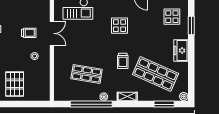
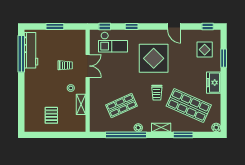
display table: (119, 26) -> (154, 58), width x1.86, depth x1.86
shelving: (45, 73) -> (81, 104), added
shop shelf: (87, 74) -> (122, 105), turned -33
pallet: (15, 84) -> (51, 115), width x0.67, depth x0.71
window: (164, 104) -> (183, 135), moved

